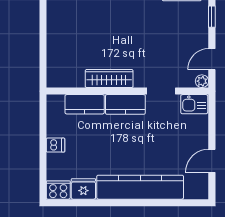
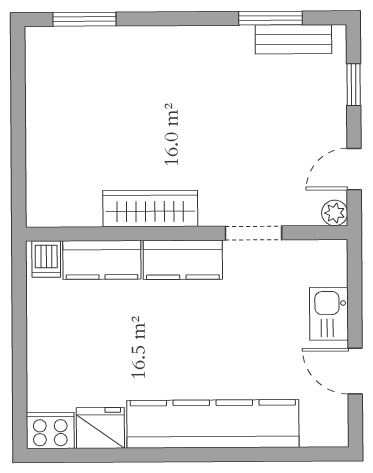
kitchen sink: (194, 104) -> (329, 314), moved, turned 90
dishwasher: (55, 145) -> (46, 259), moved, turned 90
door: (212, 161) -> (355, 371), hinge flipped

